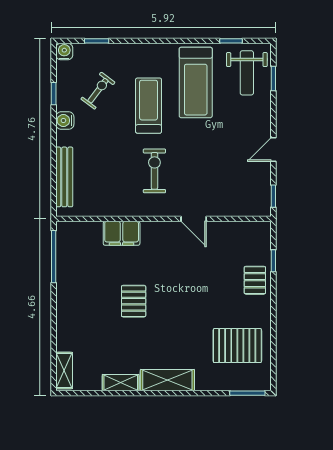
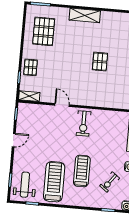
treadmill: (149, 106) -> (82, 171), turned 180
exercise bike: (154, 171) -> (84, 123), moved
filing cabinet: (122, 233) -> (103, 100), removed
pallet: (237, 346) -> (44, 31), turned 90
shelving: (121, 383) -> (29, 96), moved

